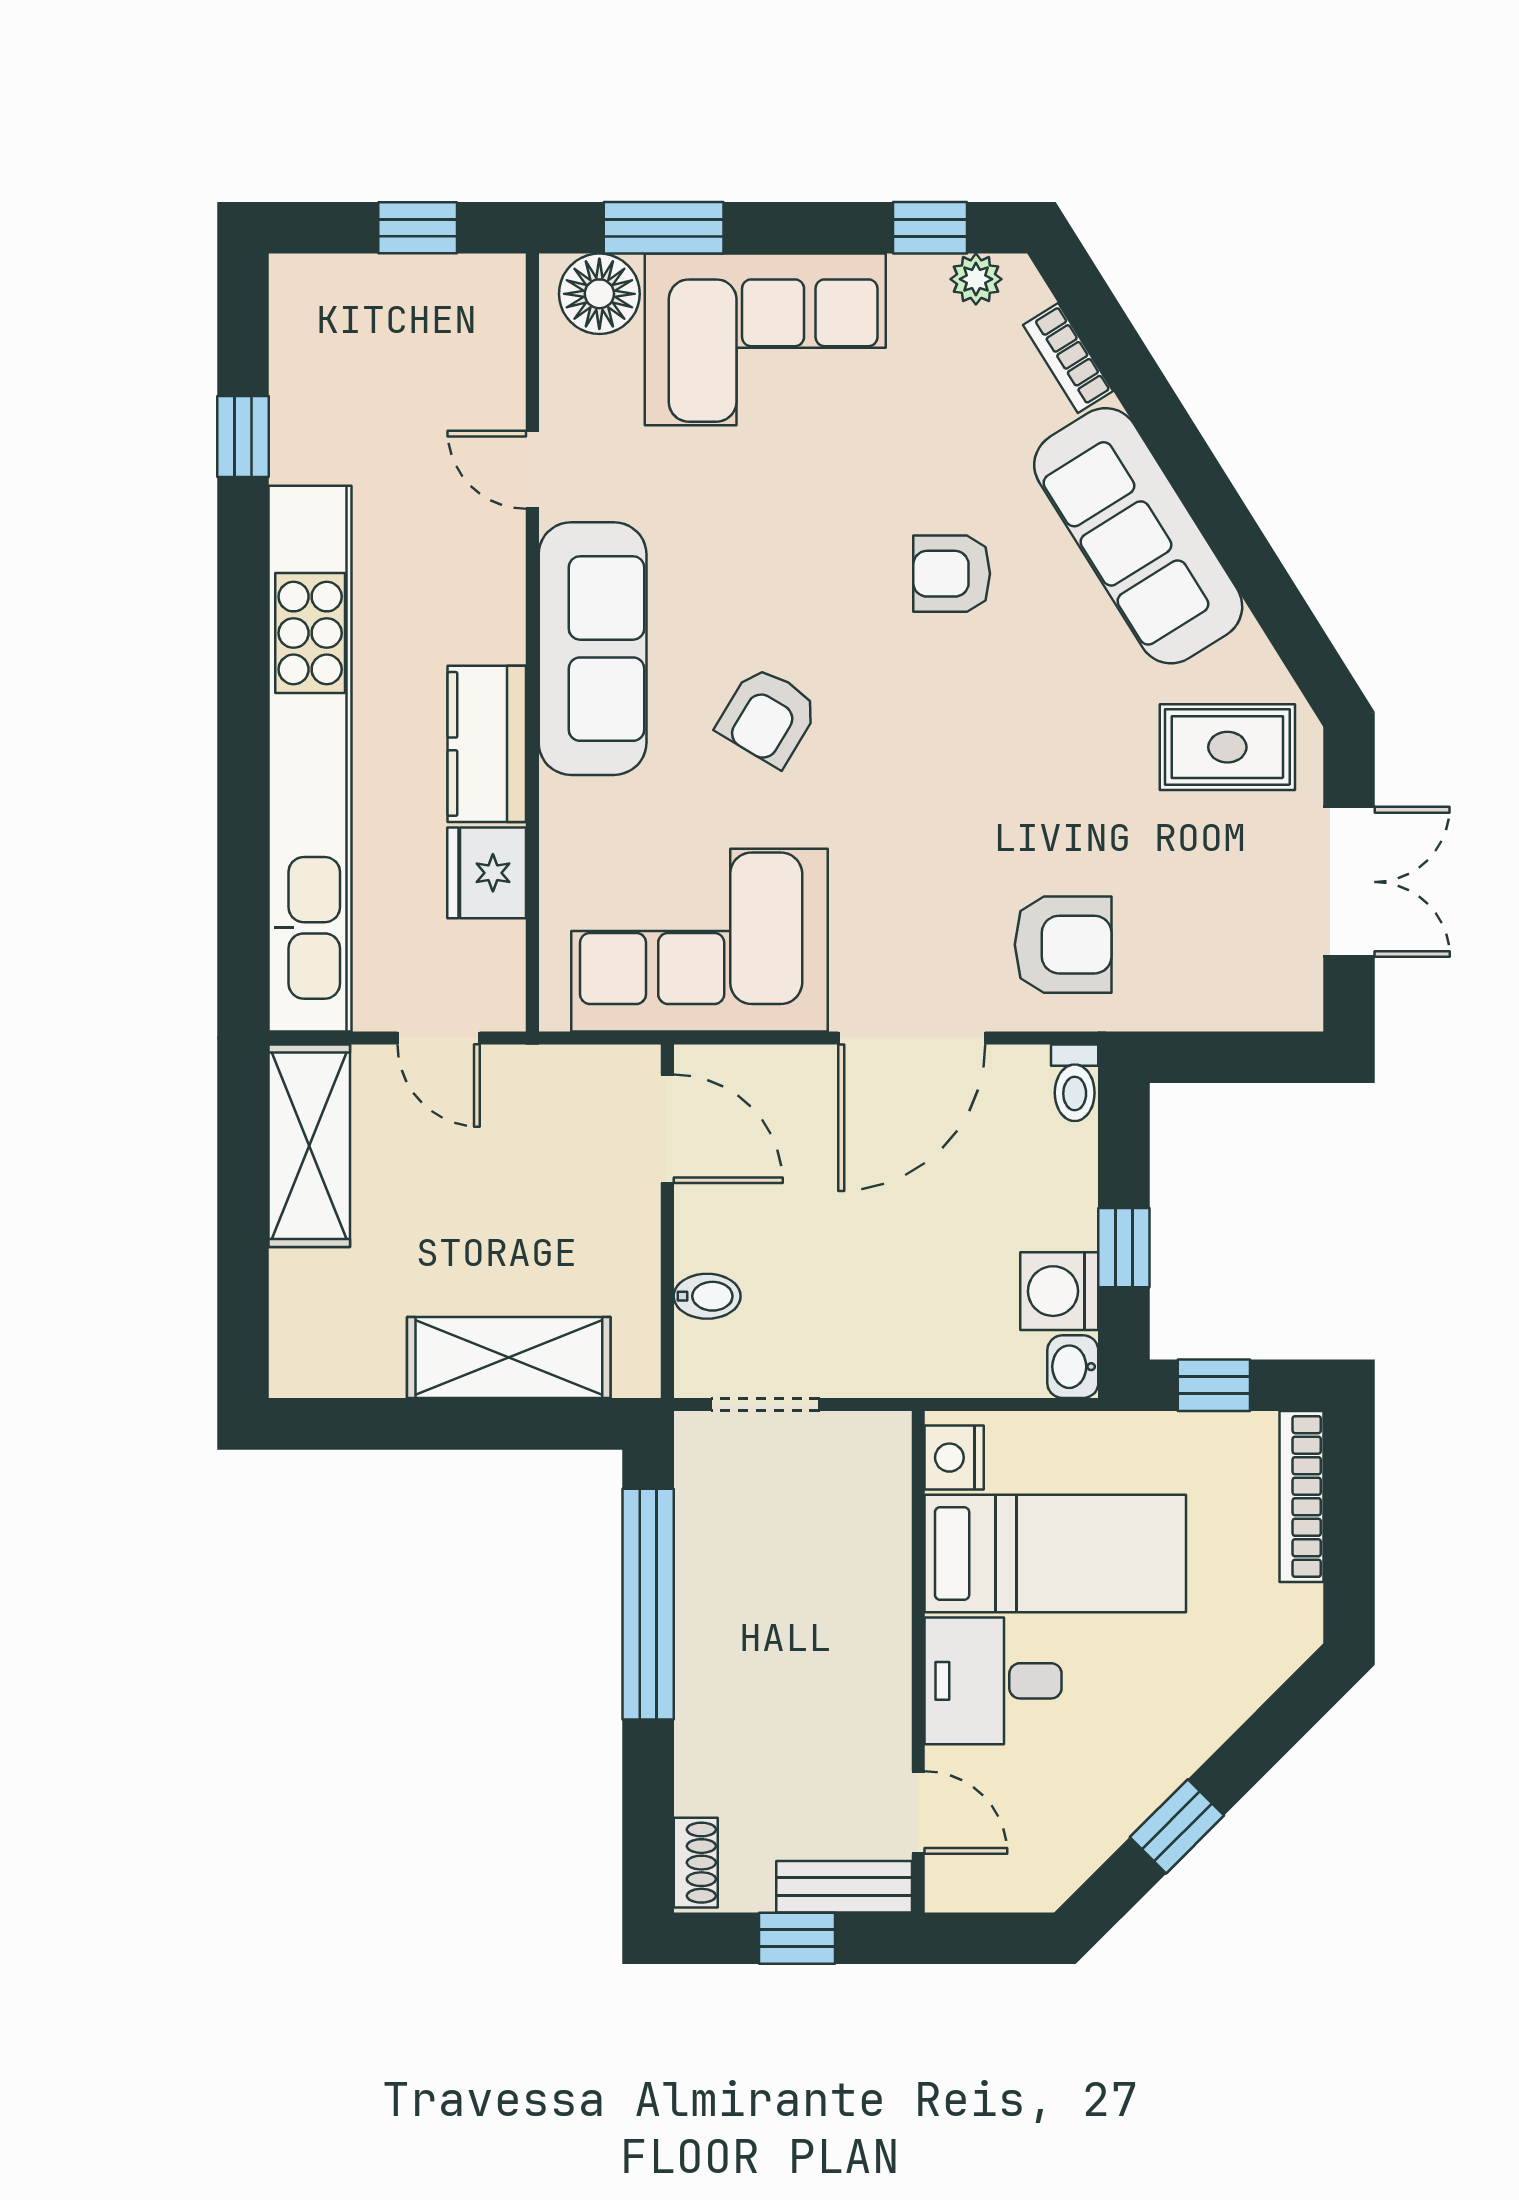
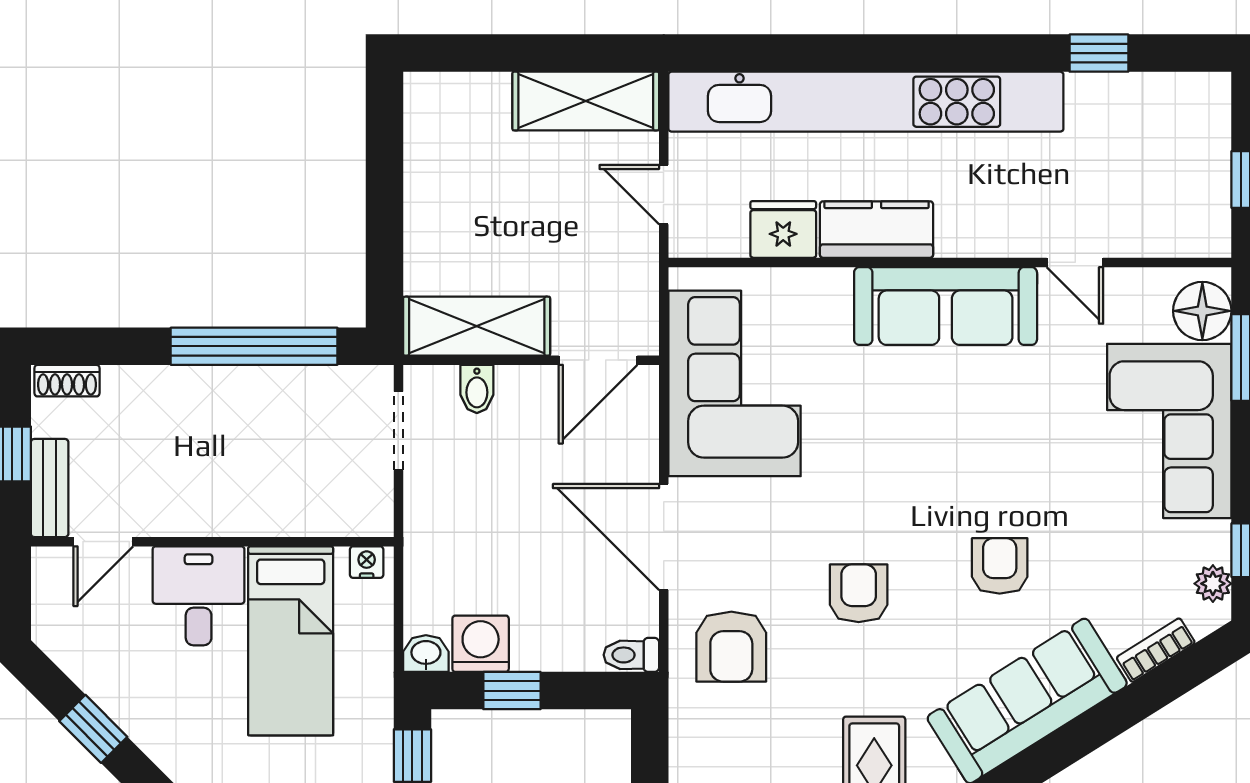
door: (532, 470) -> (1075, 262), swing flipped
armchair: (768, 716) -> (859, 593), moved, turned 59
door: (439, 1038) -> (664, 195), hinge flipped
shelving: (509, 1357) -> (477, 326), moved, turned 90
nightstand: (954, 1458) -> (367, 562), width x0.72, depth x0.74

